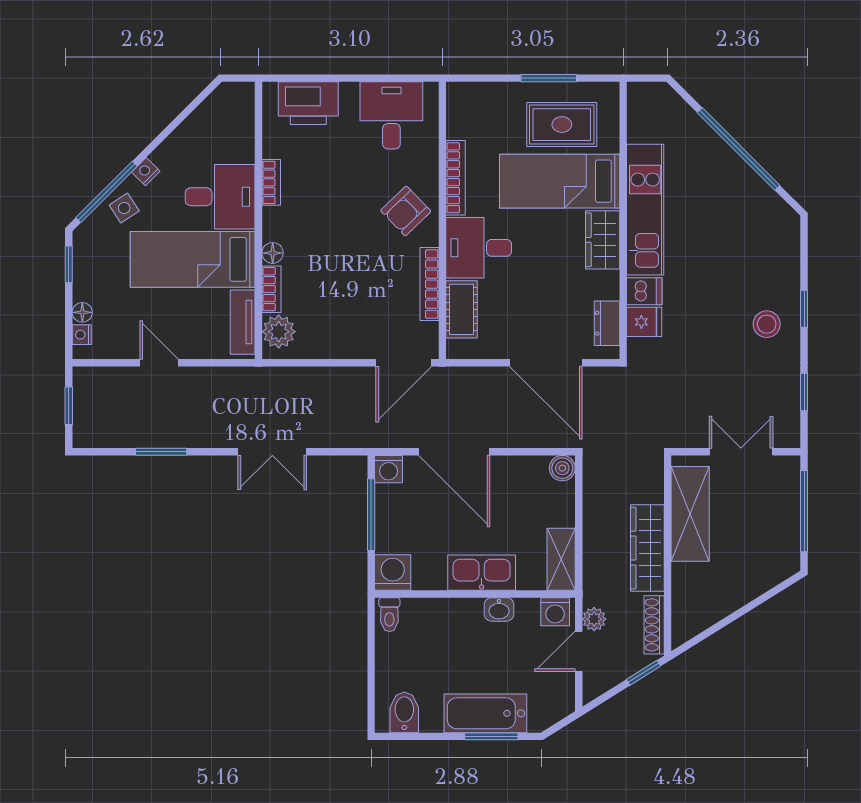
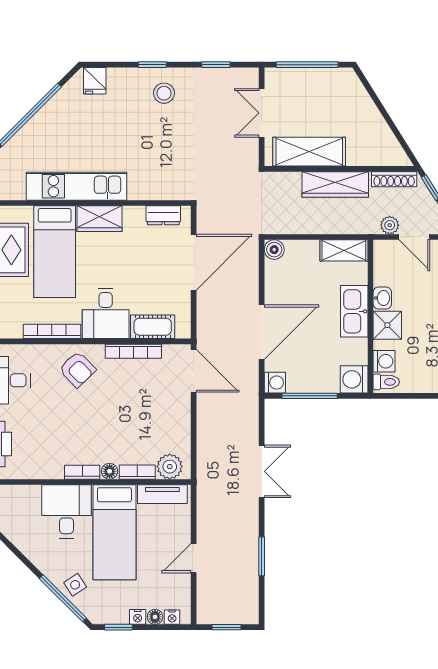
nightstand: (146, 172) -> (138, 617), moved, turned -45
bookcase: (271, 182) -> (82, 472), moved
dishwasher: (644, 291) -> (139, 187), removed
fridge: (644, 322) -> (95, 81), moved, turned 180
washing machine: (555, 612) -> (384, 361), moved
shower: (464, 616) -> (387, 325), added

